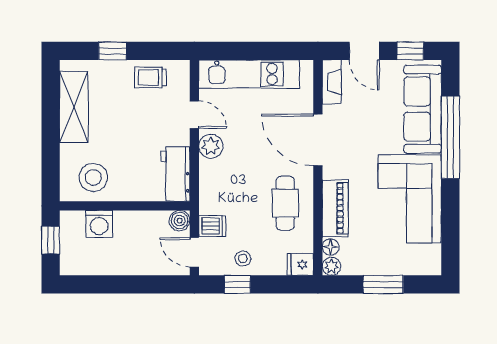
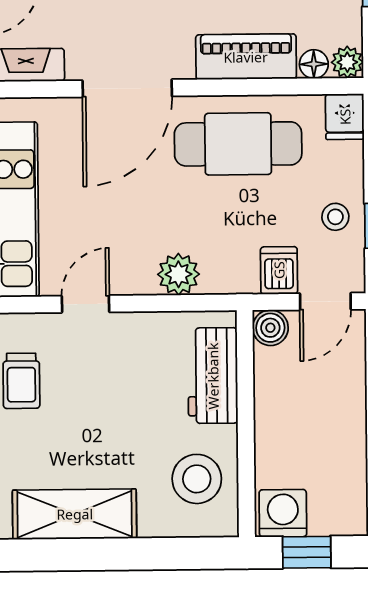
plant: (211, 146) -> (178, 274), moved
workbench: (176, 174) -> (213, 376), moved, turned 90
cafe table: (285, 203) -> (238, 144), width x1.37, depth x1.35
washing machine: (99, 224) -> (283, 513), moved, turned -90

